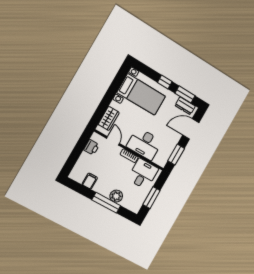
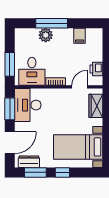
door: (113, 141) -> (80, 87), swing flipped
desk: (144, 144) -> (28, 105), moved, turned -90
window: (151, 198) -> (10, 64), moved

